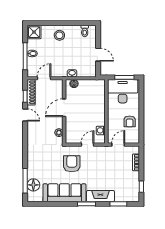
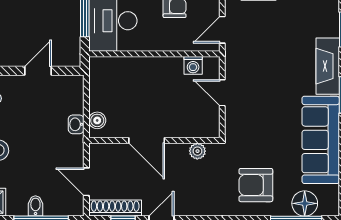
door: (118, 145) -> (222, 30), hinge flipped
armchair: (72, 164) -> (256, 185), moved

